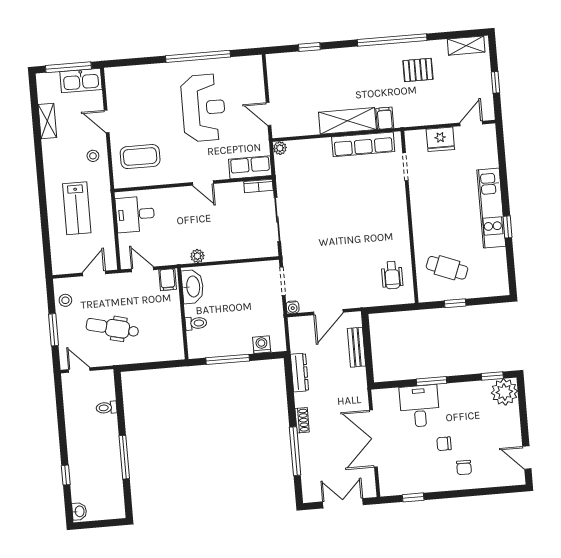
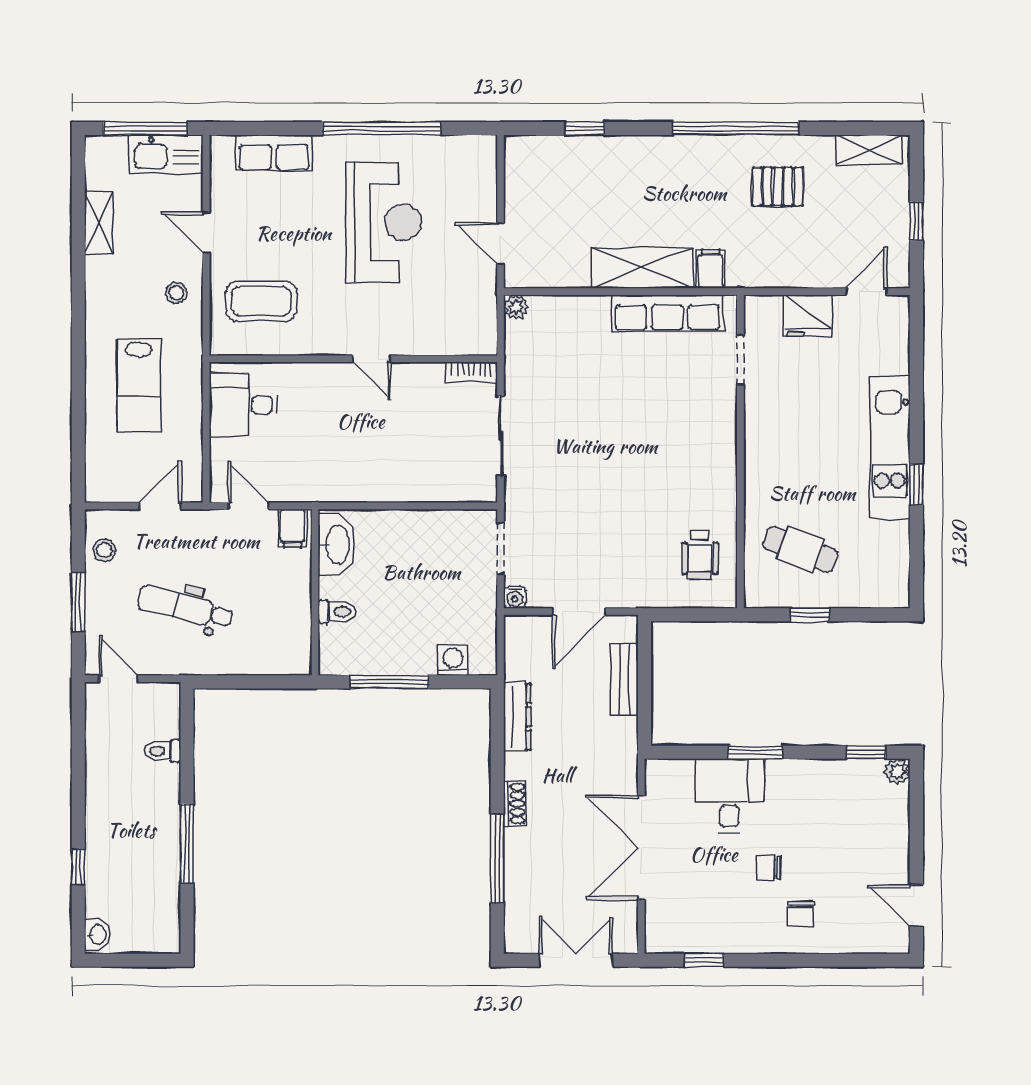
row of seats: (250, 167) -> (274, 153), moved, turned 180
plant: (197, 256) -> (350, 490), removed
plant: (504, 392) -> (897, 772), width x0.53, depth x0.53

